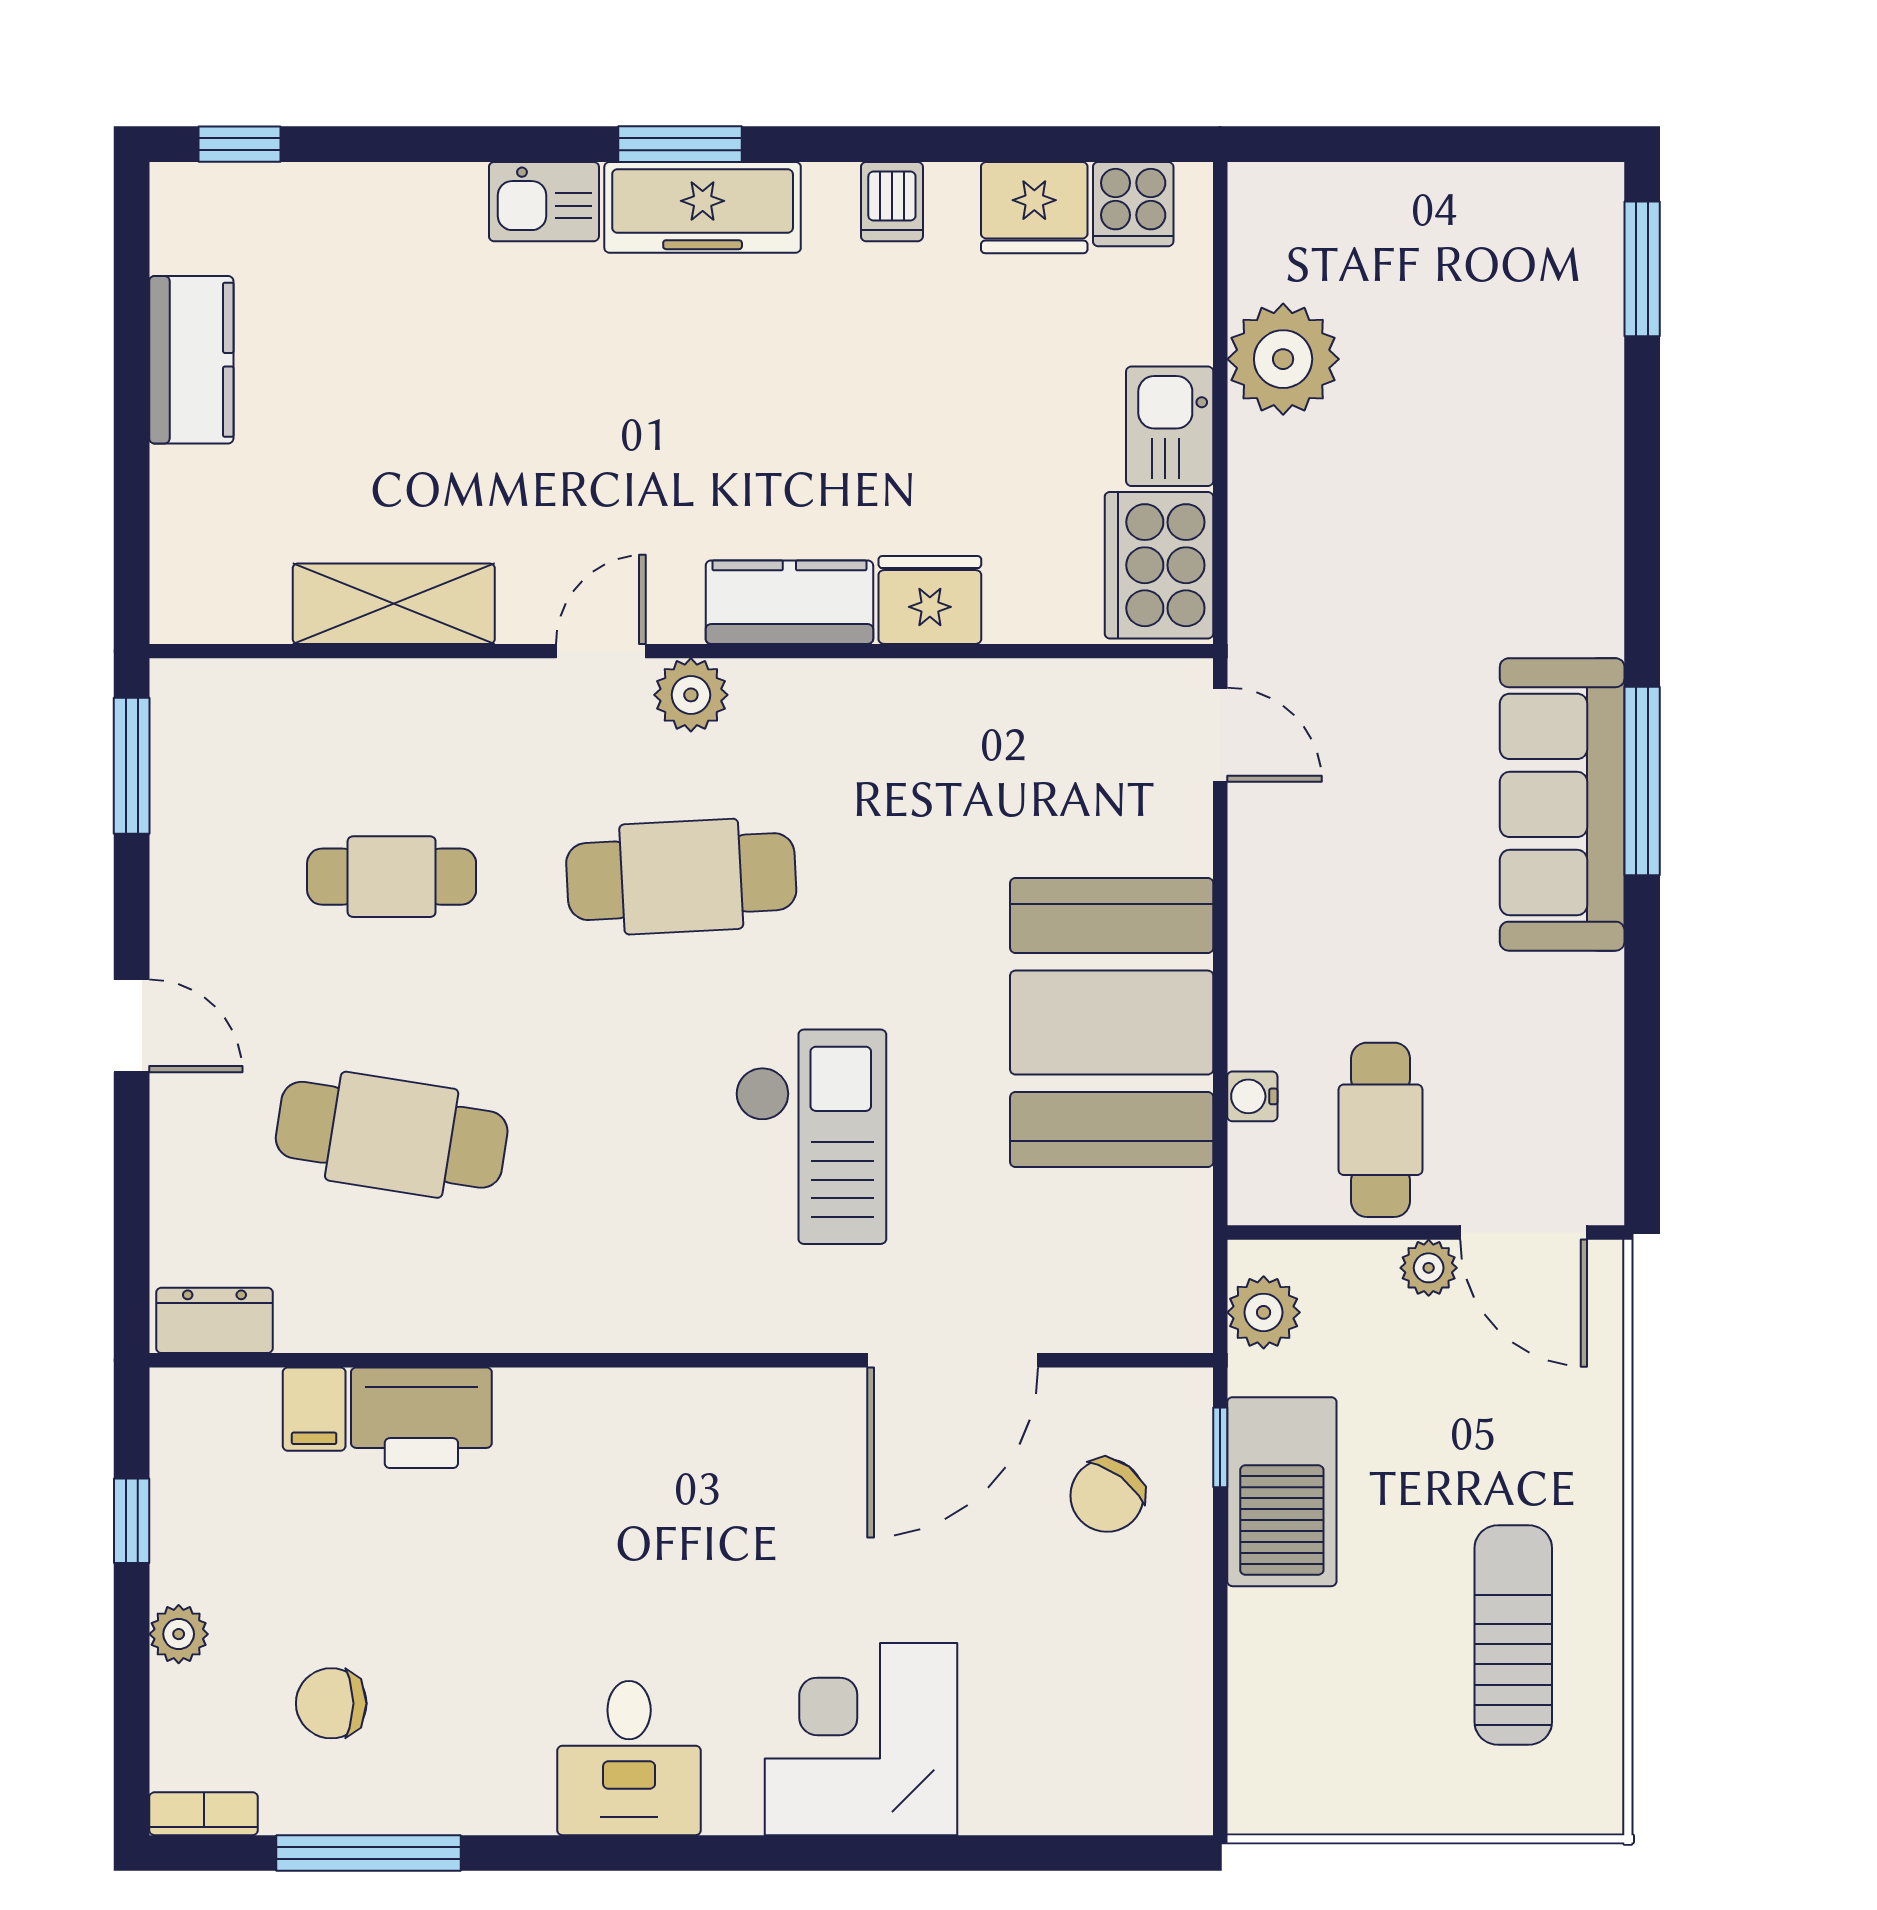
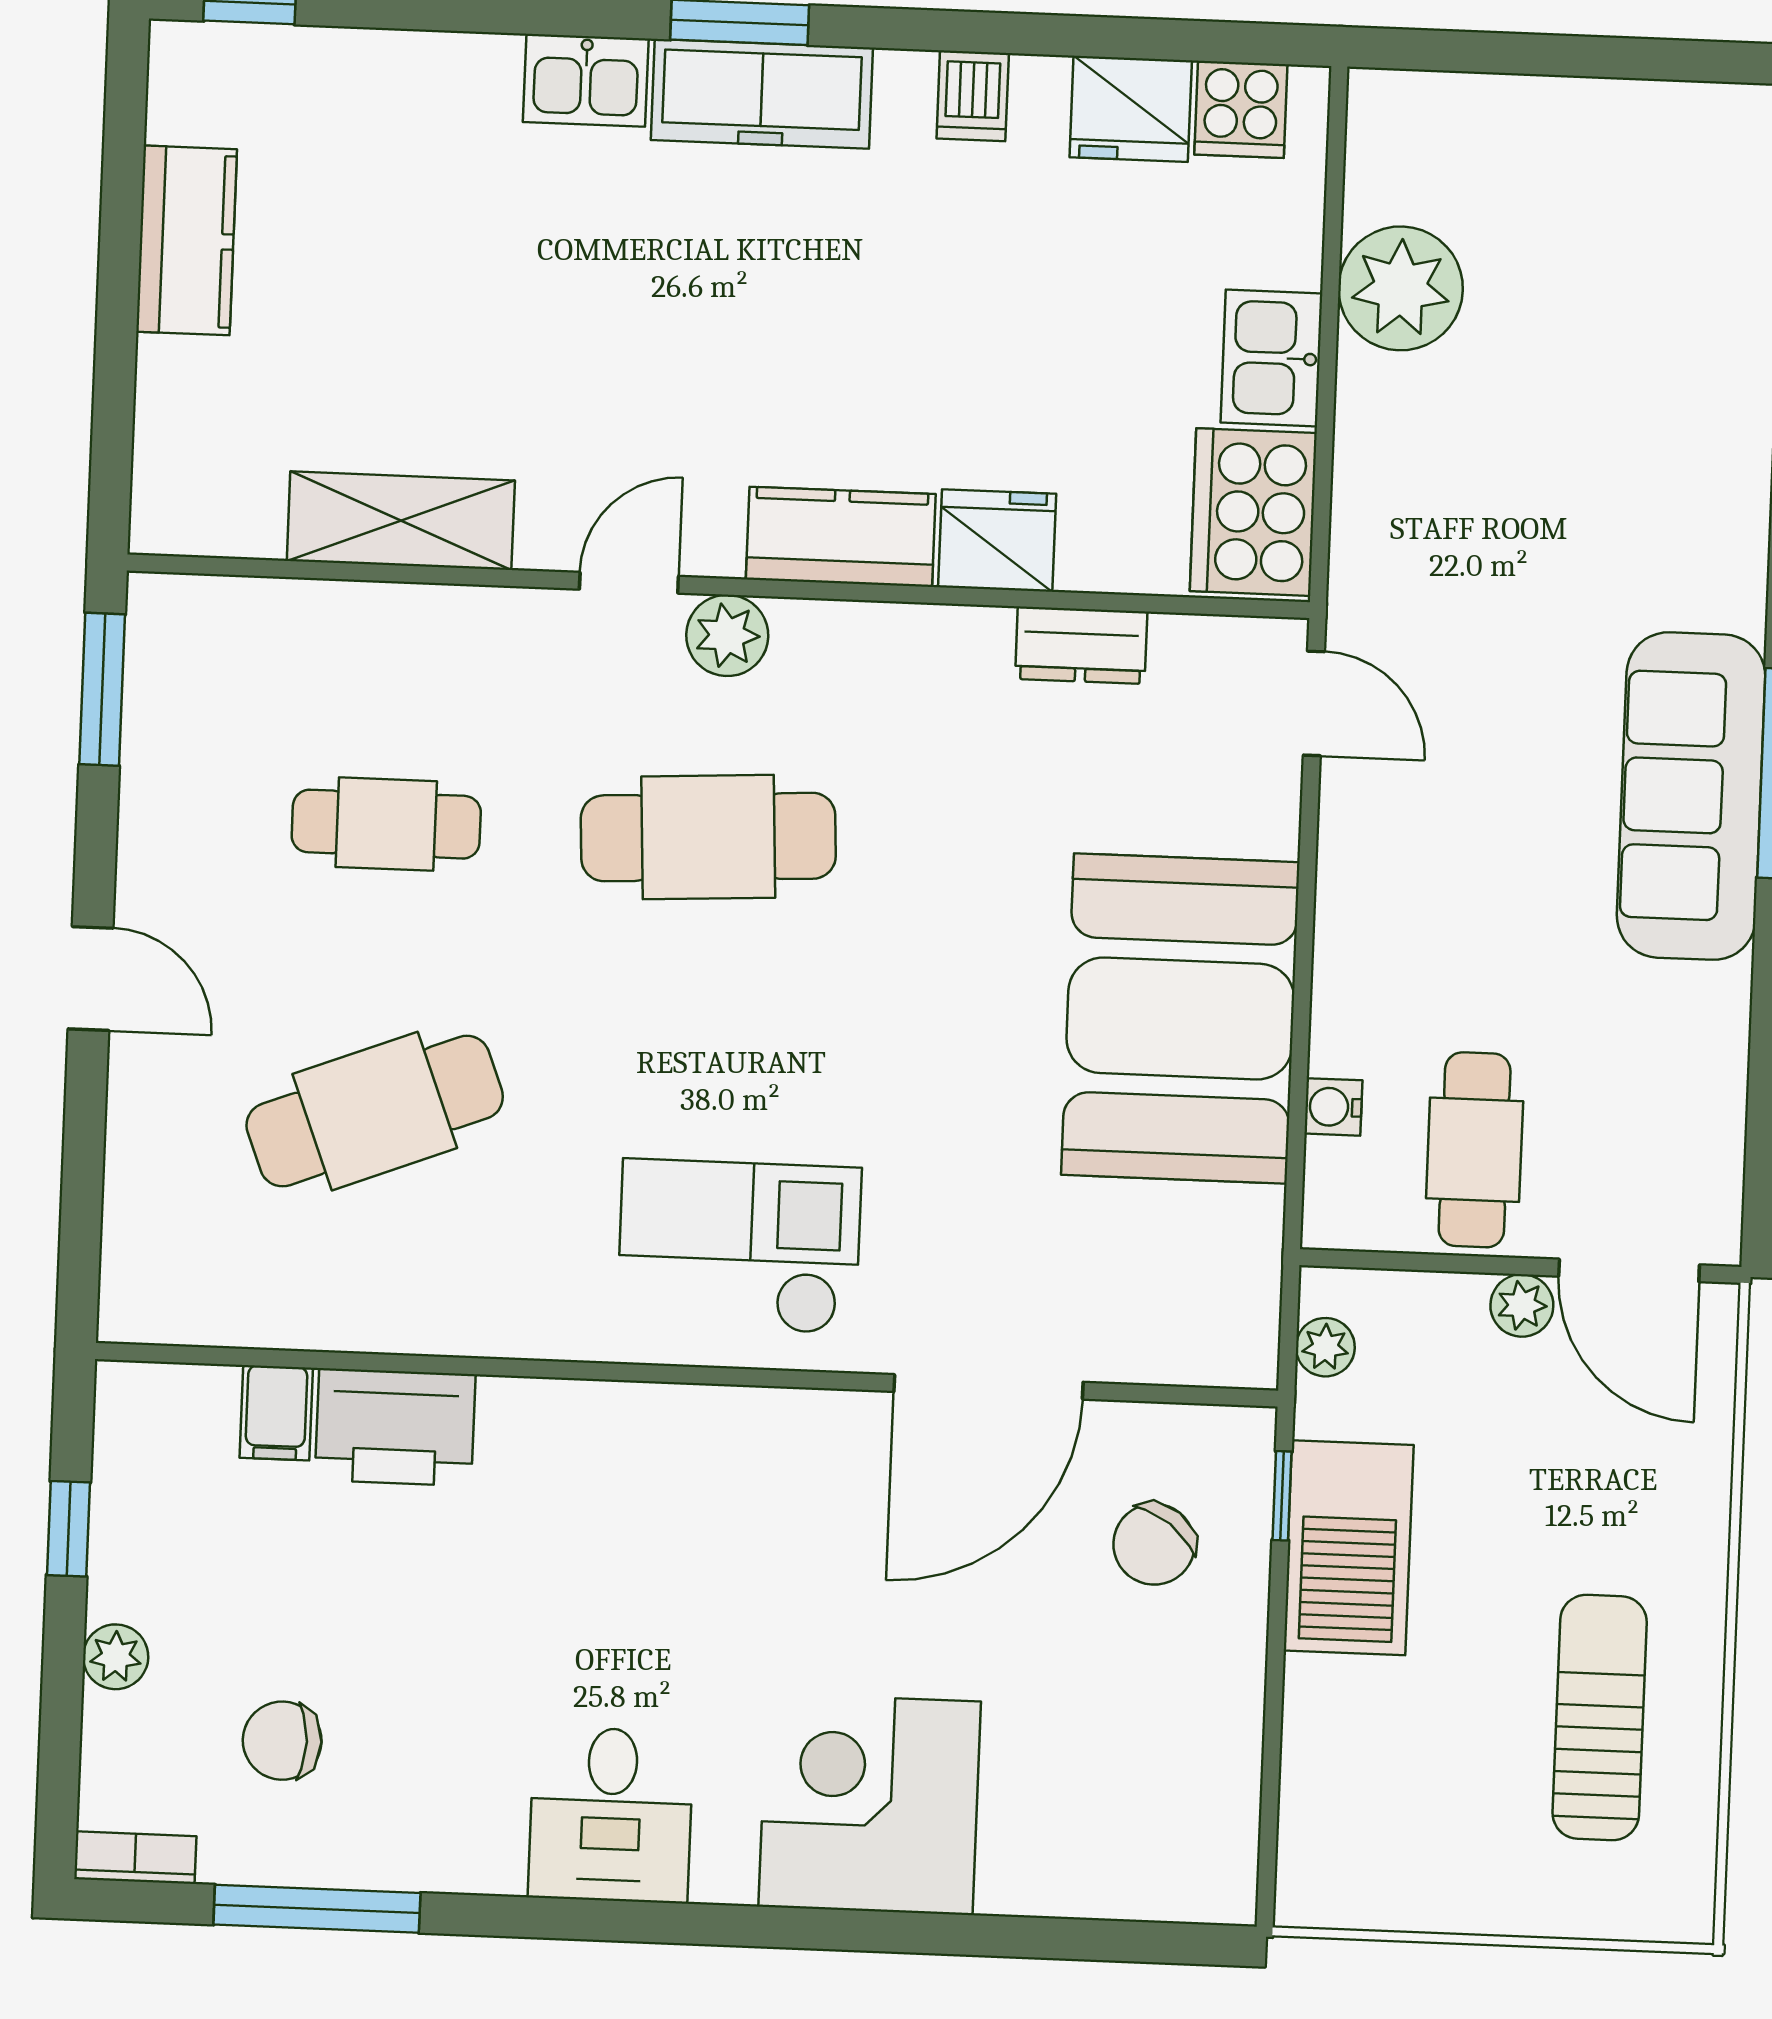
cafe table: (392, 1135) -> (375, 1111), turned -30
checkout: (811, 1137) -> (739, 1247), moved, turned -90
plant: (1264, 1312) -> (1325, 1347), width x0.73, depth x0.73
dresser: (214, 1320) -> (1081, 645), moved, turned 180

